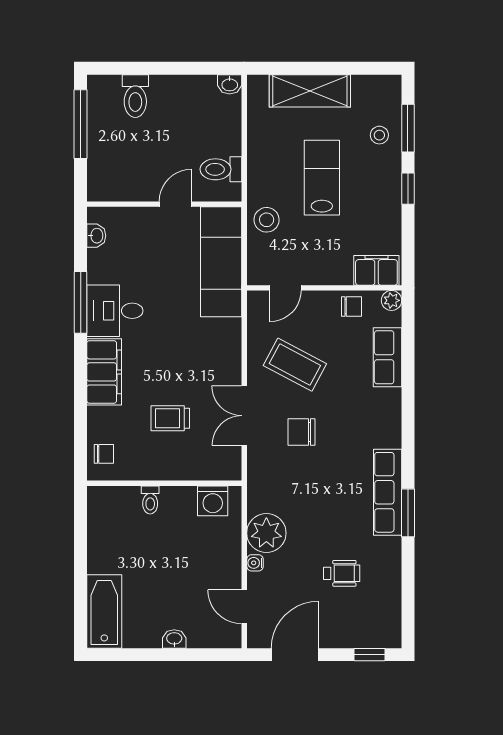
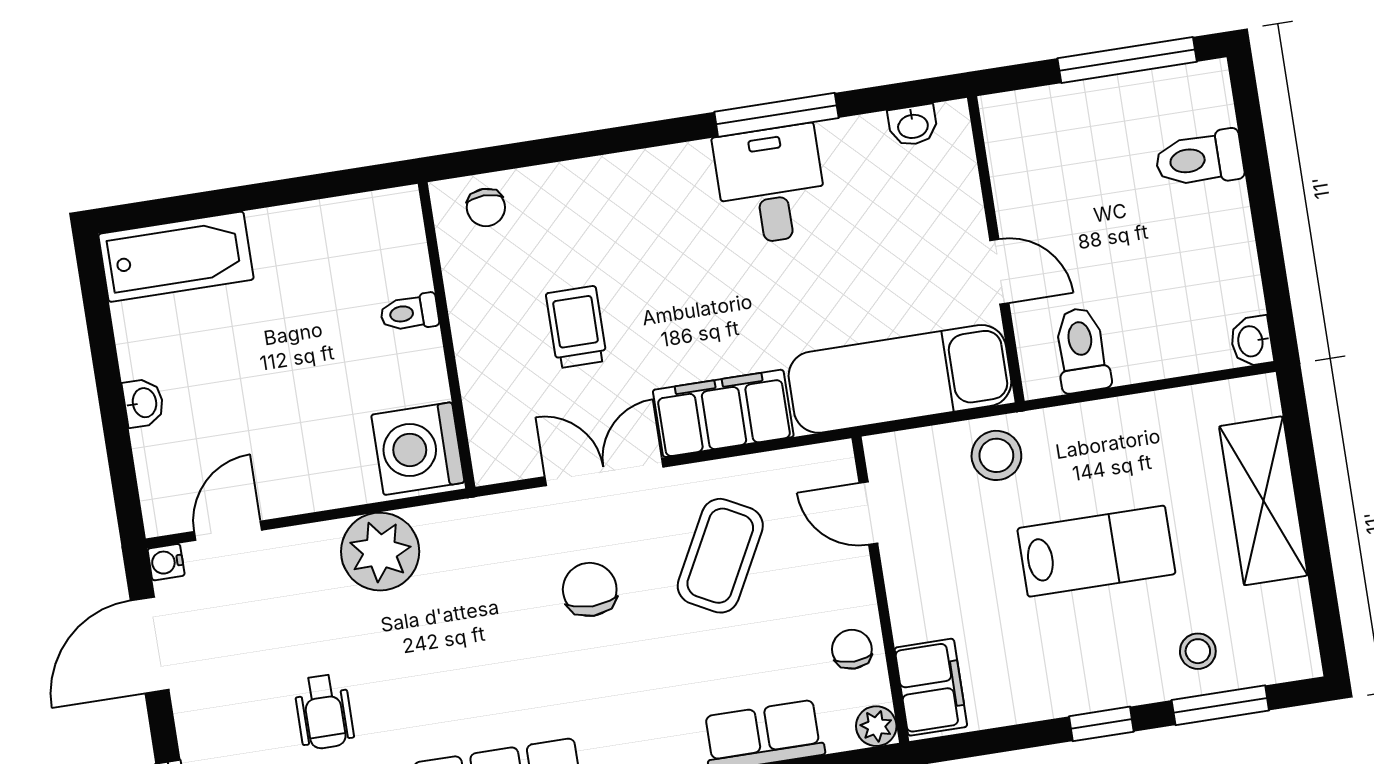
chair: (352, 307) -> (852, 649), turned 180
filing cabinet: (104, 372) -> (723, 413), moved, turned 180
washing machine: (213, 501) -> (418, 449), width x1.37, depth x1.37
water cooler: (255, 563) -> (166, 562), moved, turned -90
door: (295, 655) -> (150, 645), swing flipped

